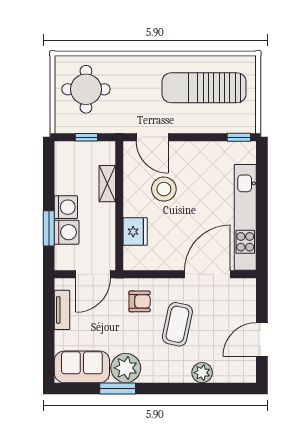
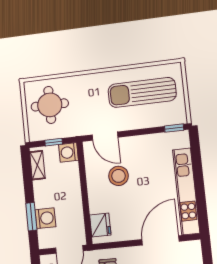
shelving: (107, 184) -> (37, 165), moved
washing machine: (66, 207) -> (68, 152), moved, turned 180
fridge: (135, 232) -> (100, 225), moved

